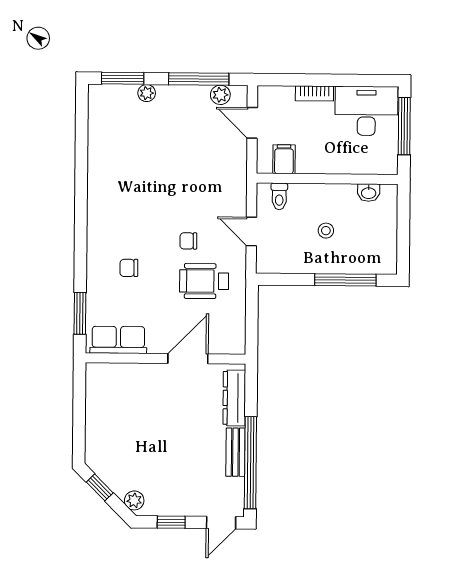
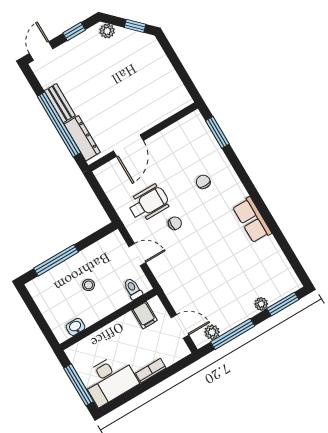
chair: (129, 268) -> (203, 182), turned -89
row of seats: (118, 340) -> (252, 220), moved, turned 90
window: (250, 463) -> (59, 125), moved

